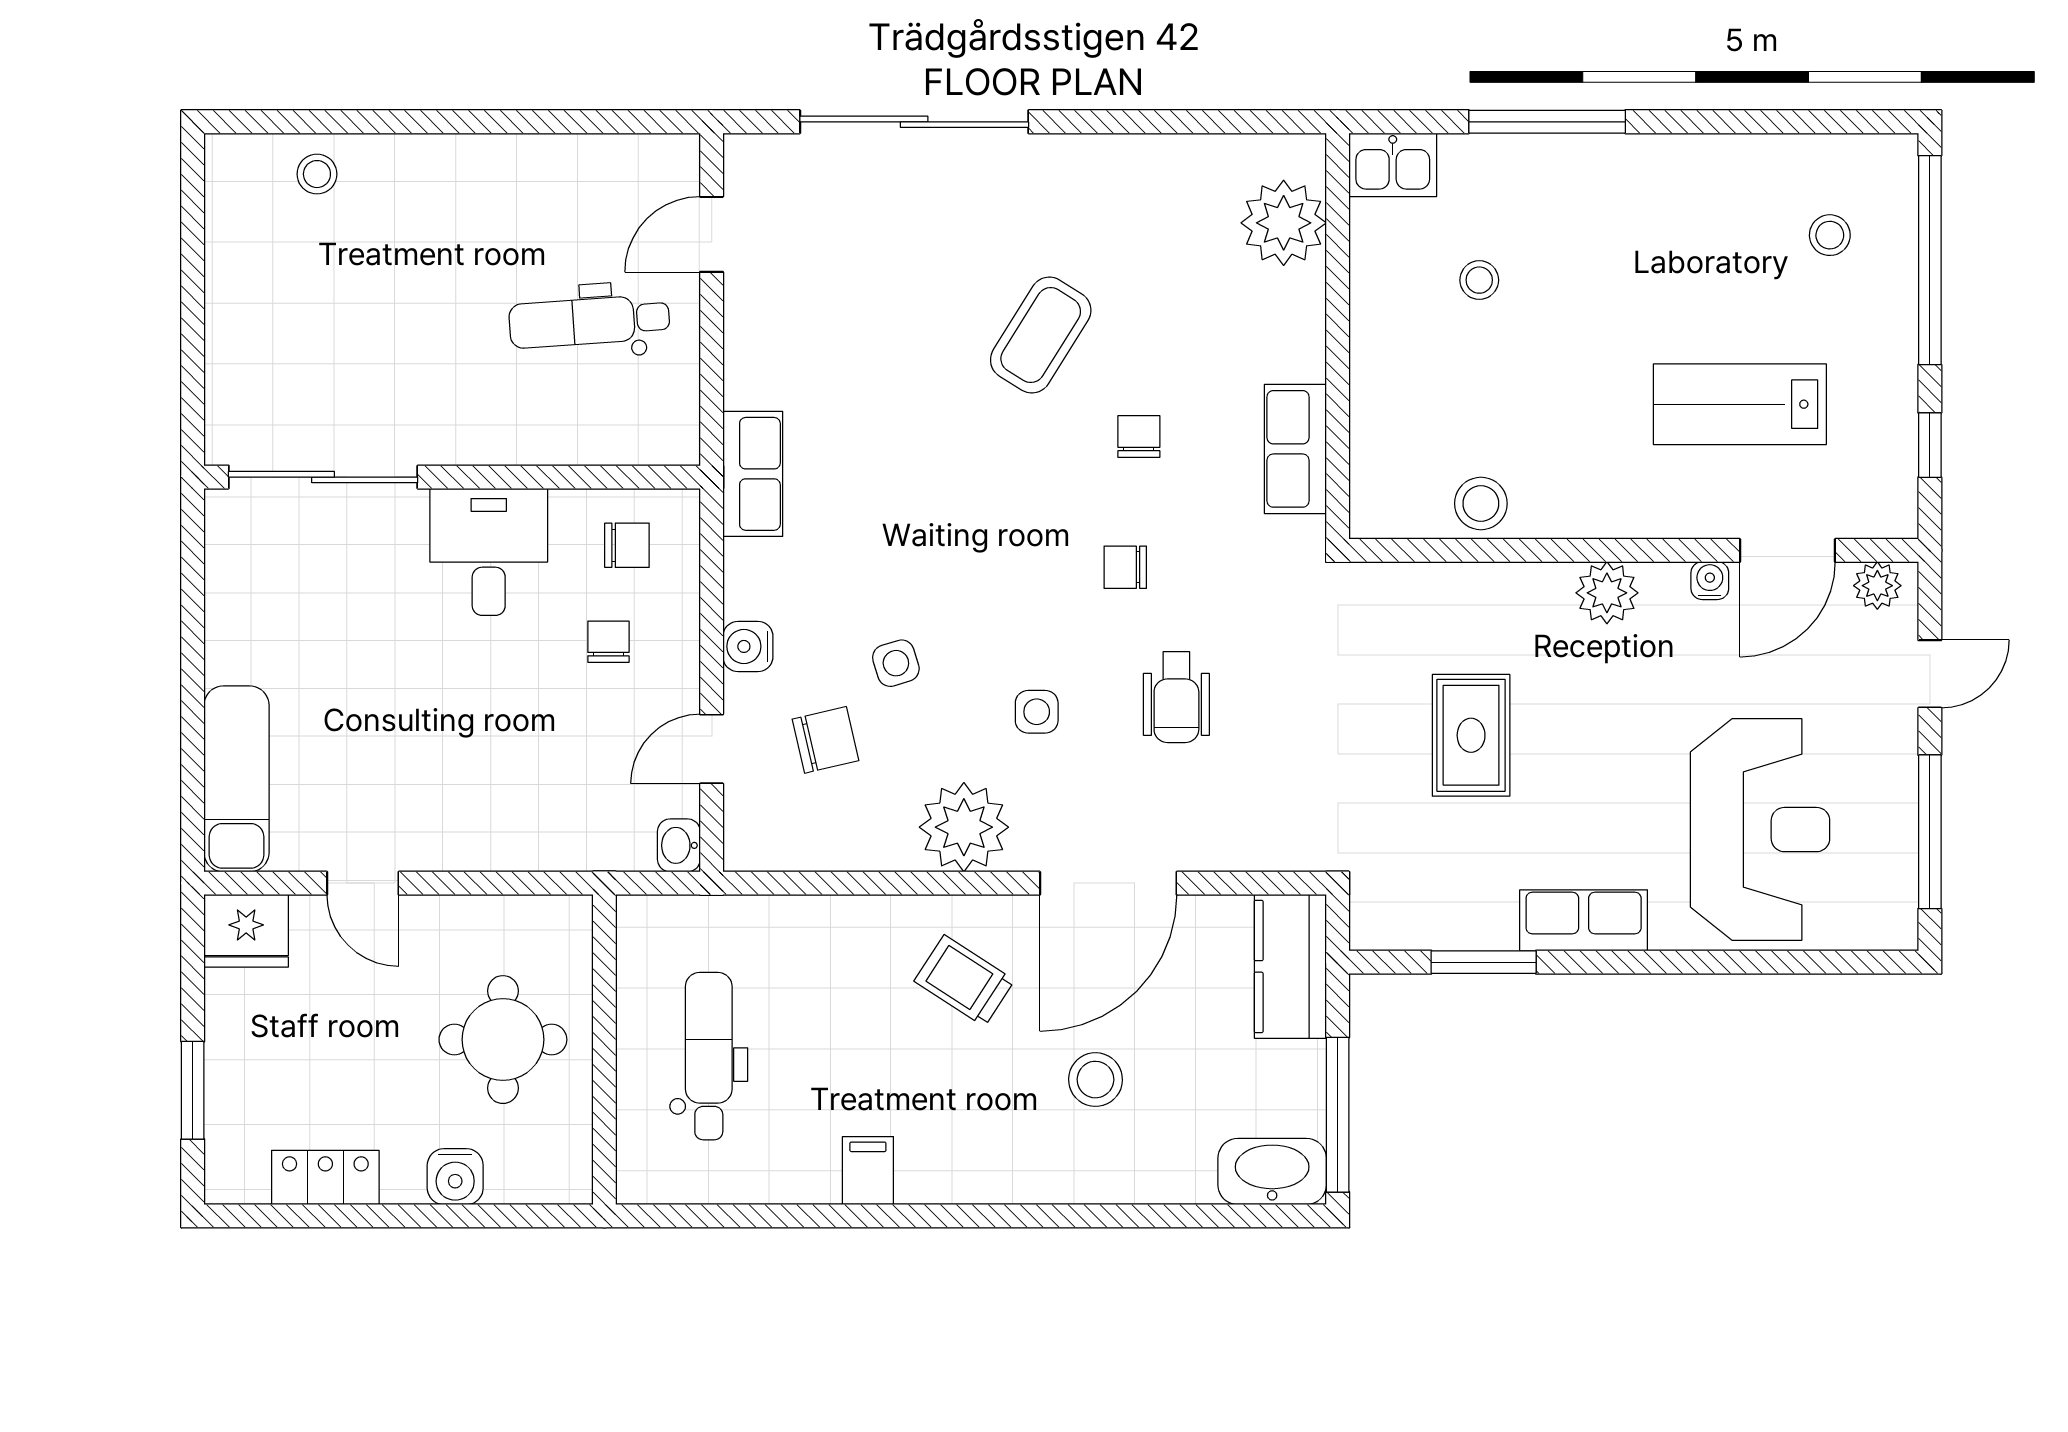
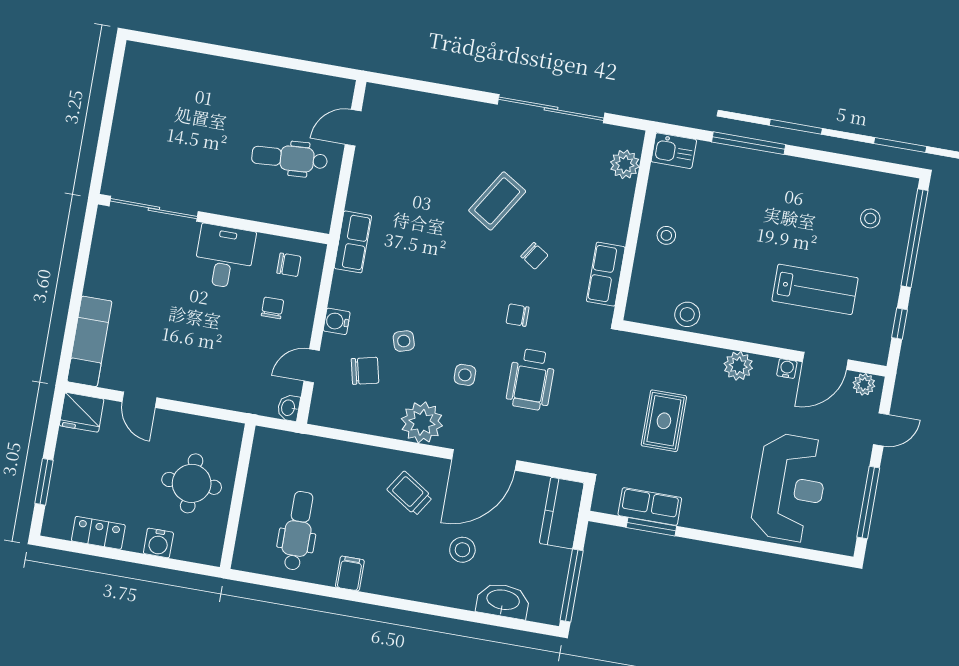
sliding door: (914, 122) -> (551, 109), moved
stool: (317, 174) -> (175, 68), removed
plant: (1284, 223) -> (625, 164), width x0.73, depth x0.73
stool: (1479, 280) -> (666, 235), moved
lab bench: (1740, 404) -> (815, 289), turned 180
chair: (1139, 437) -> (534, 256), turned 123
wheelchair: (1176, 697) -> (531, 379), width x1.36, depth x1.37
row of seats: (1584, 920) -> (650, 507), moved
dental chair: (709, 1056) -> (298, 531), moved
washbasin: (1272, 1172) -> (503, 601), moved

